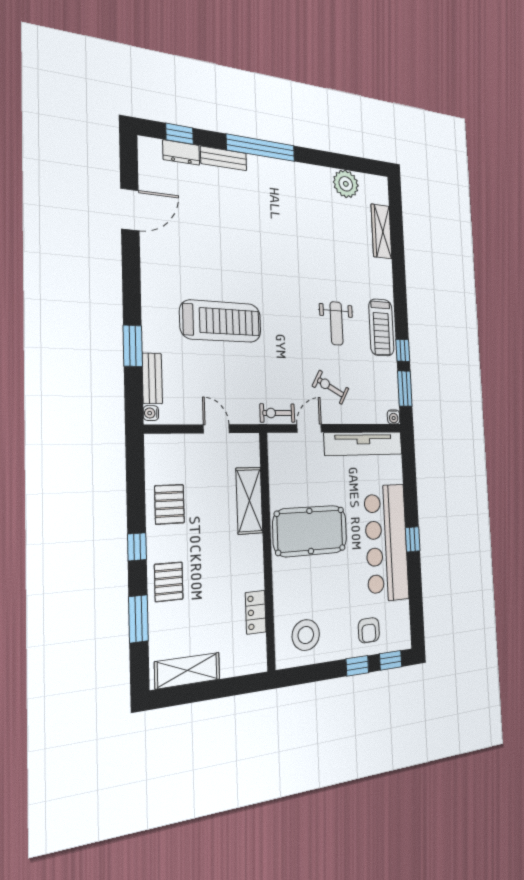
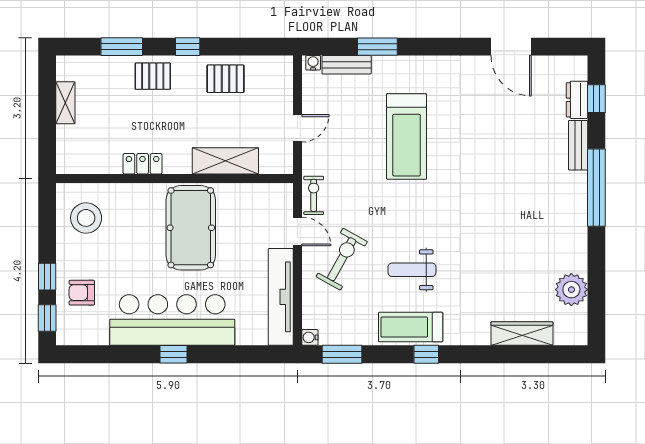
window: (403, 350) -> (426, 354), moved
exercise bike: (331, 387) -> (342, 259), width x1.38, depth x1.39
locker: (256, 612) -> (143, 164), moved
shelving: (187, 671) -> (65, 103), width x0.67, depth x0.75

